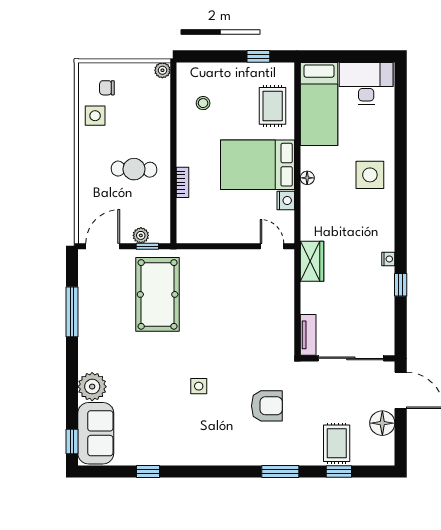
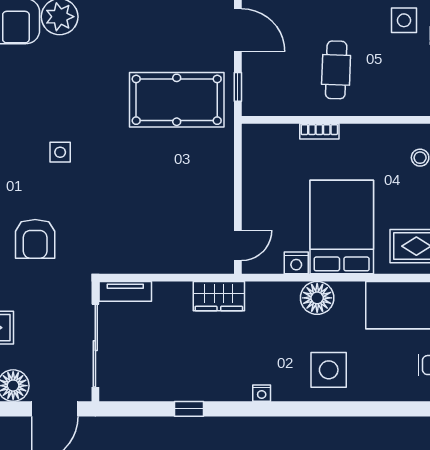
floor lamp: (307, 178) -> (317, 298), width x1.89, depth x1.89
plant: (141, 235) -> (252, 79), removed
nightstand: (388, 259) -> (262, 393), moved

